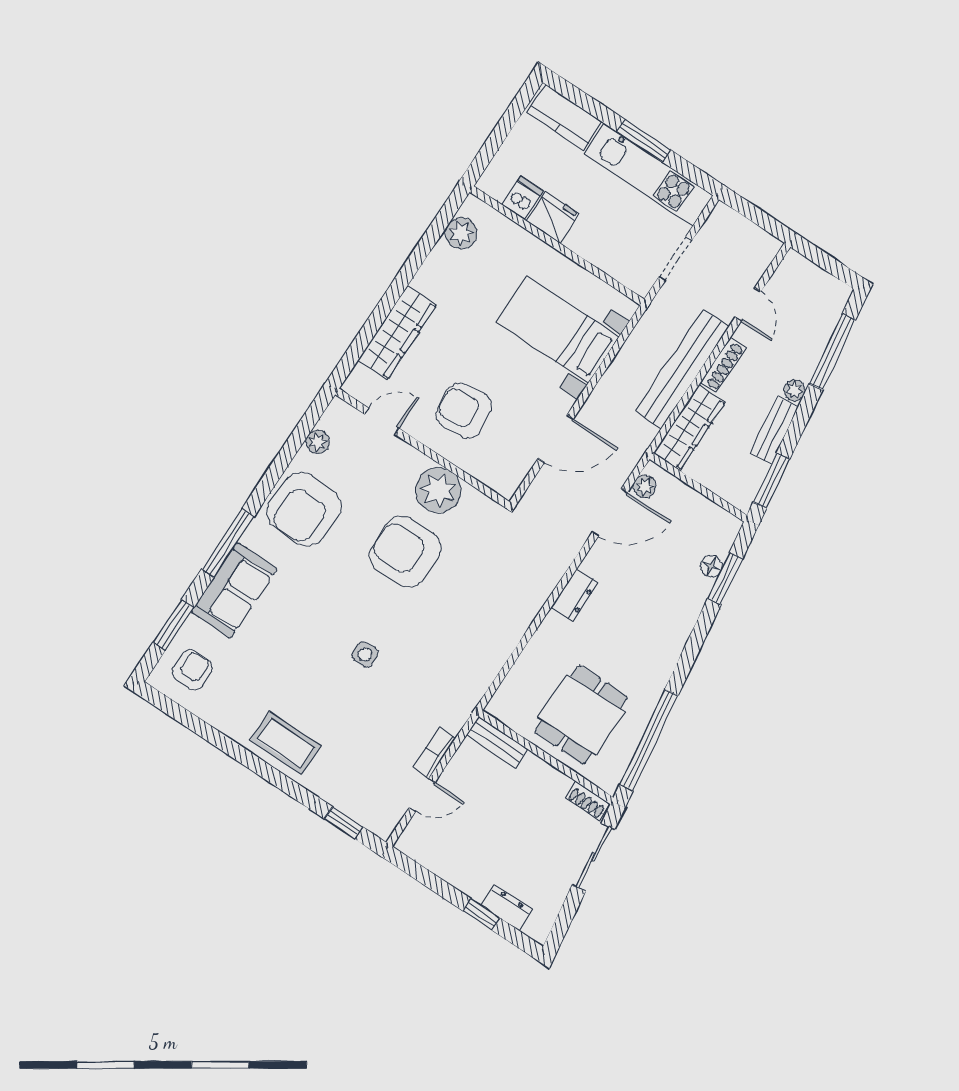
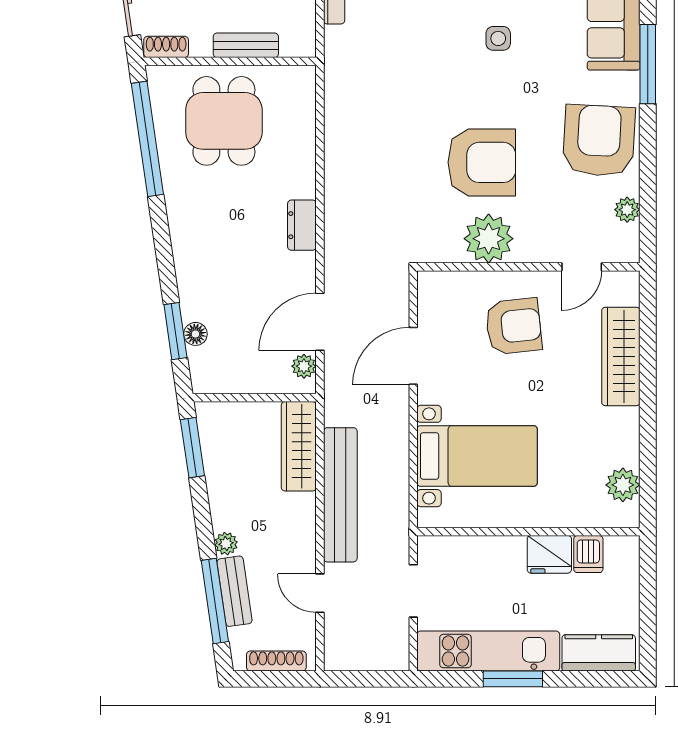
shoe rack: (723, 365) -> (276, 661), moved, turned 90
bench: (774, 430) -> (234, 591), moved
side table: (365, 654) -> (498, 38), moved
bench: (497, 742) -> (246, 45), moved

